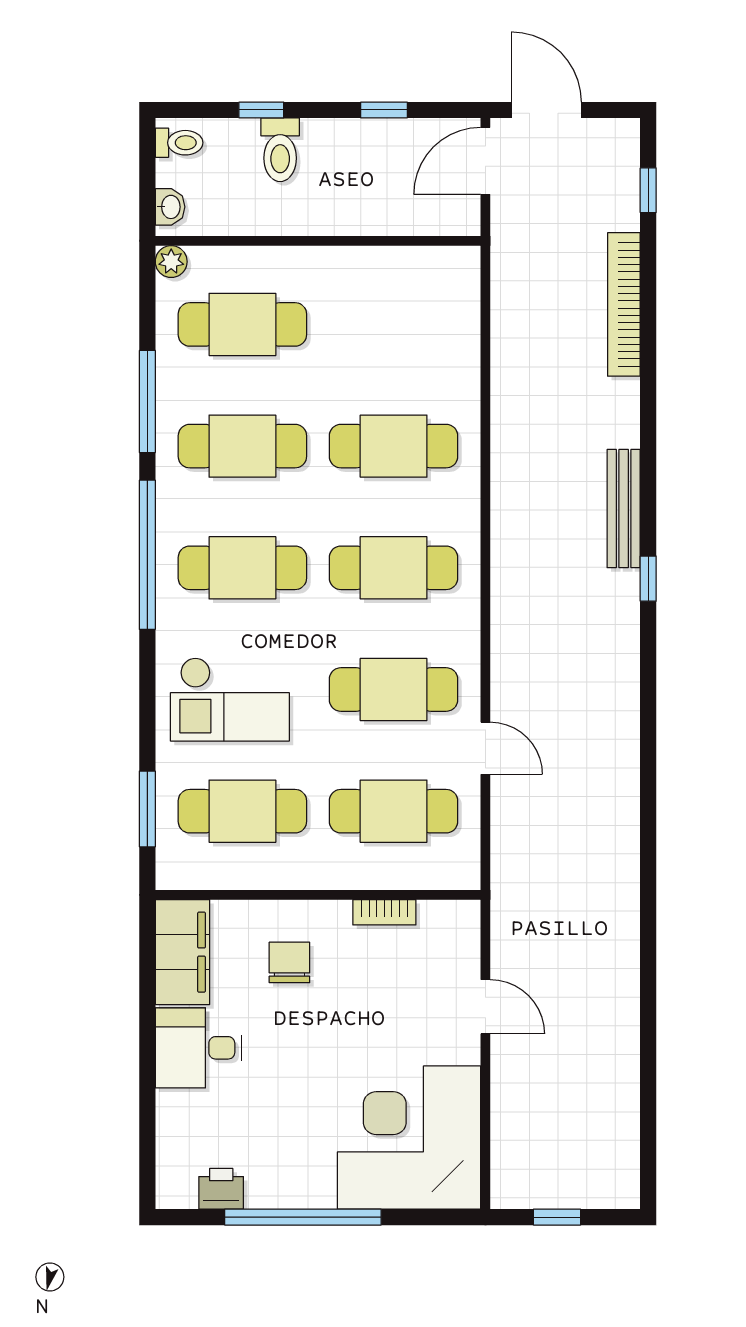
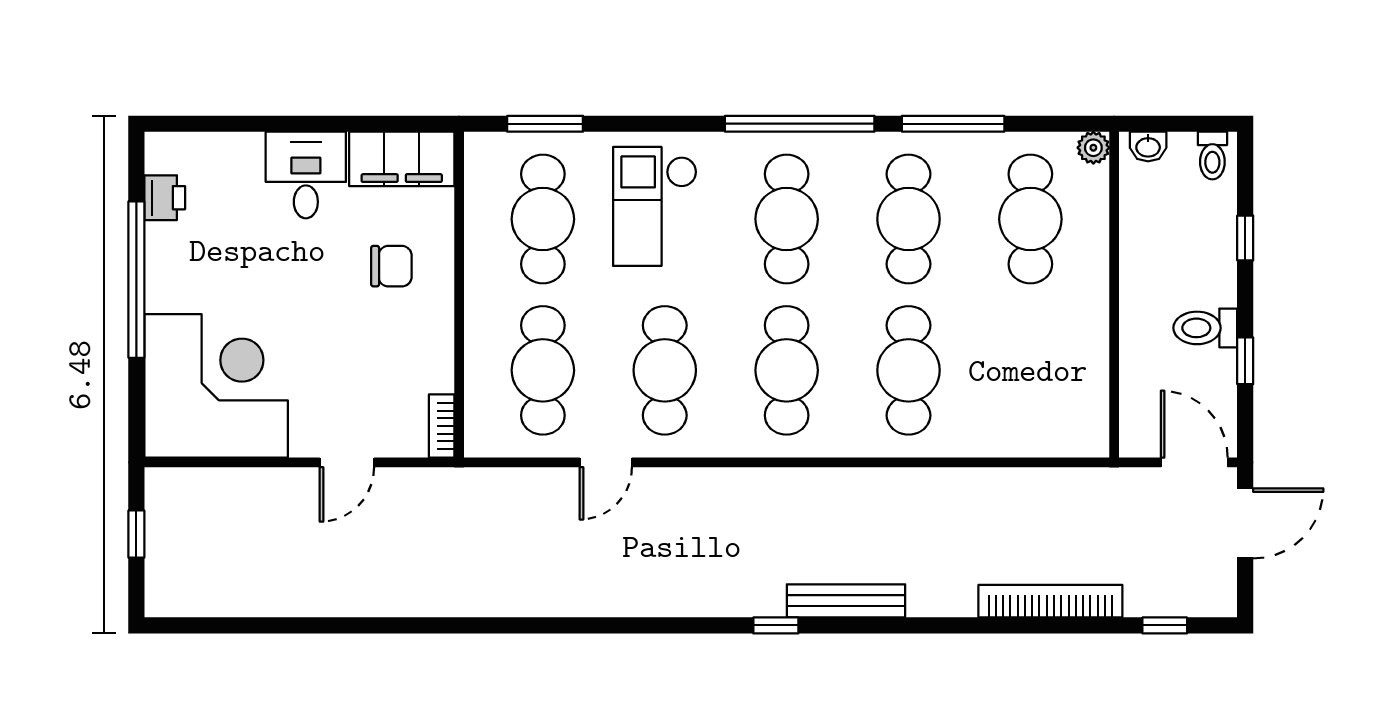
toilet: (280, 150) -> (1205, 328), moved
bookcase: (384, 912) -> (442, 426), moved

